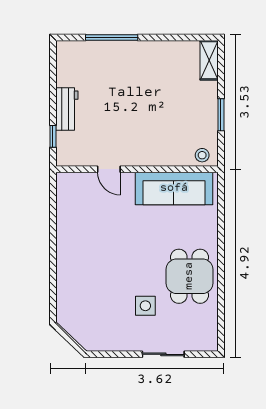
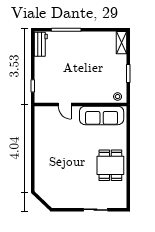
workbench: (67, 109) -> (41, 44), moved
side table: (145, 306) -> (85, 182), removed

